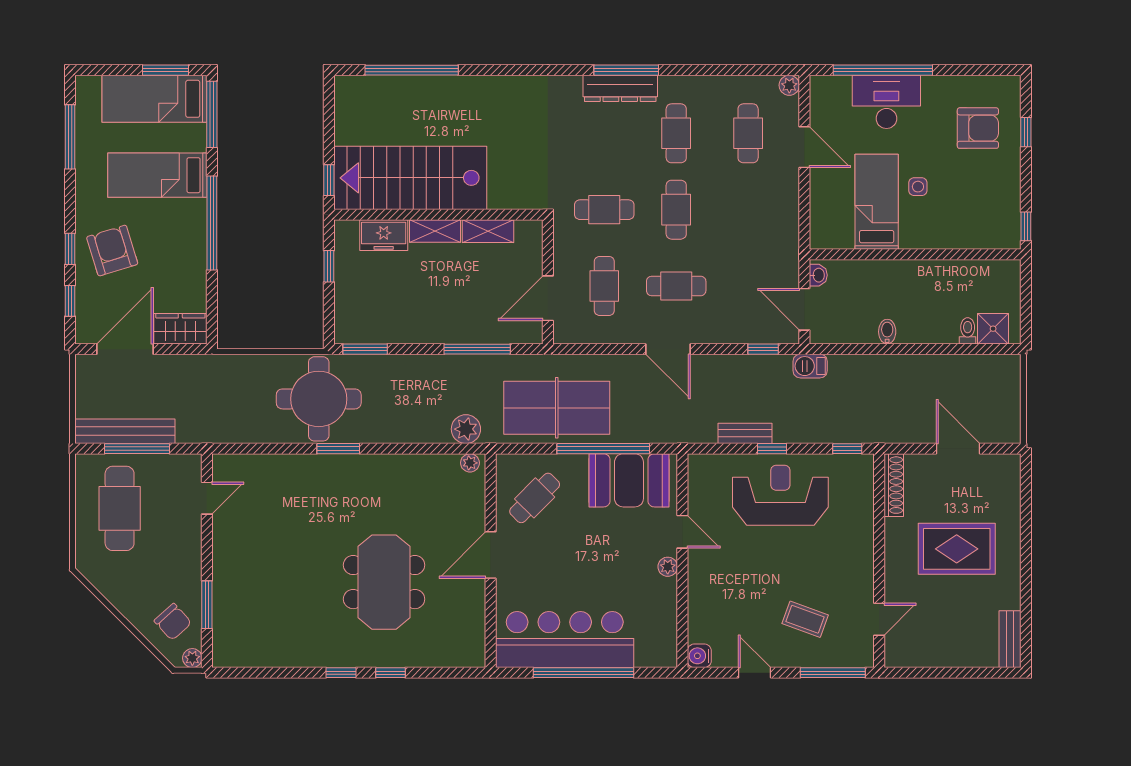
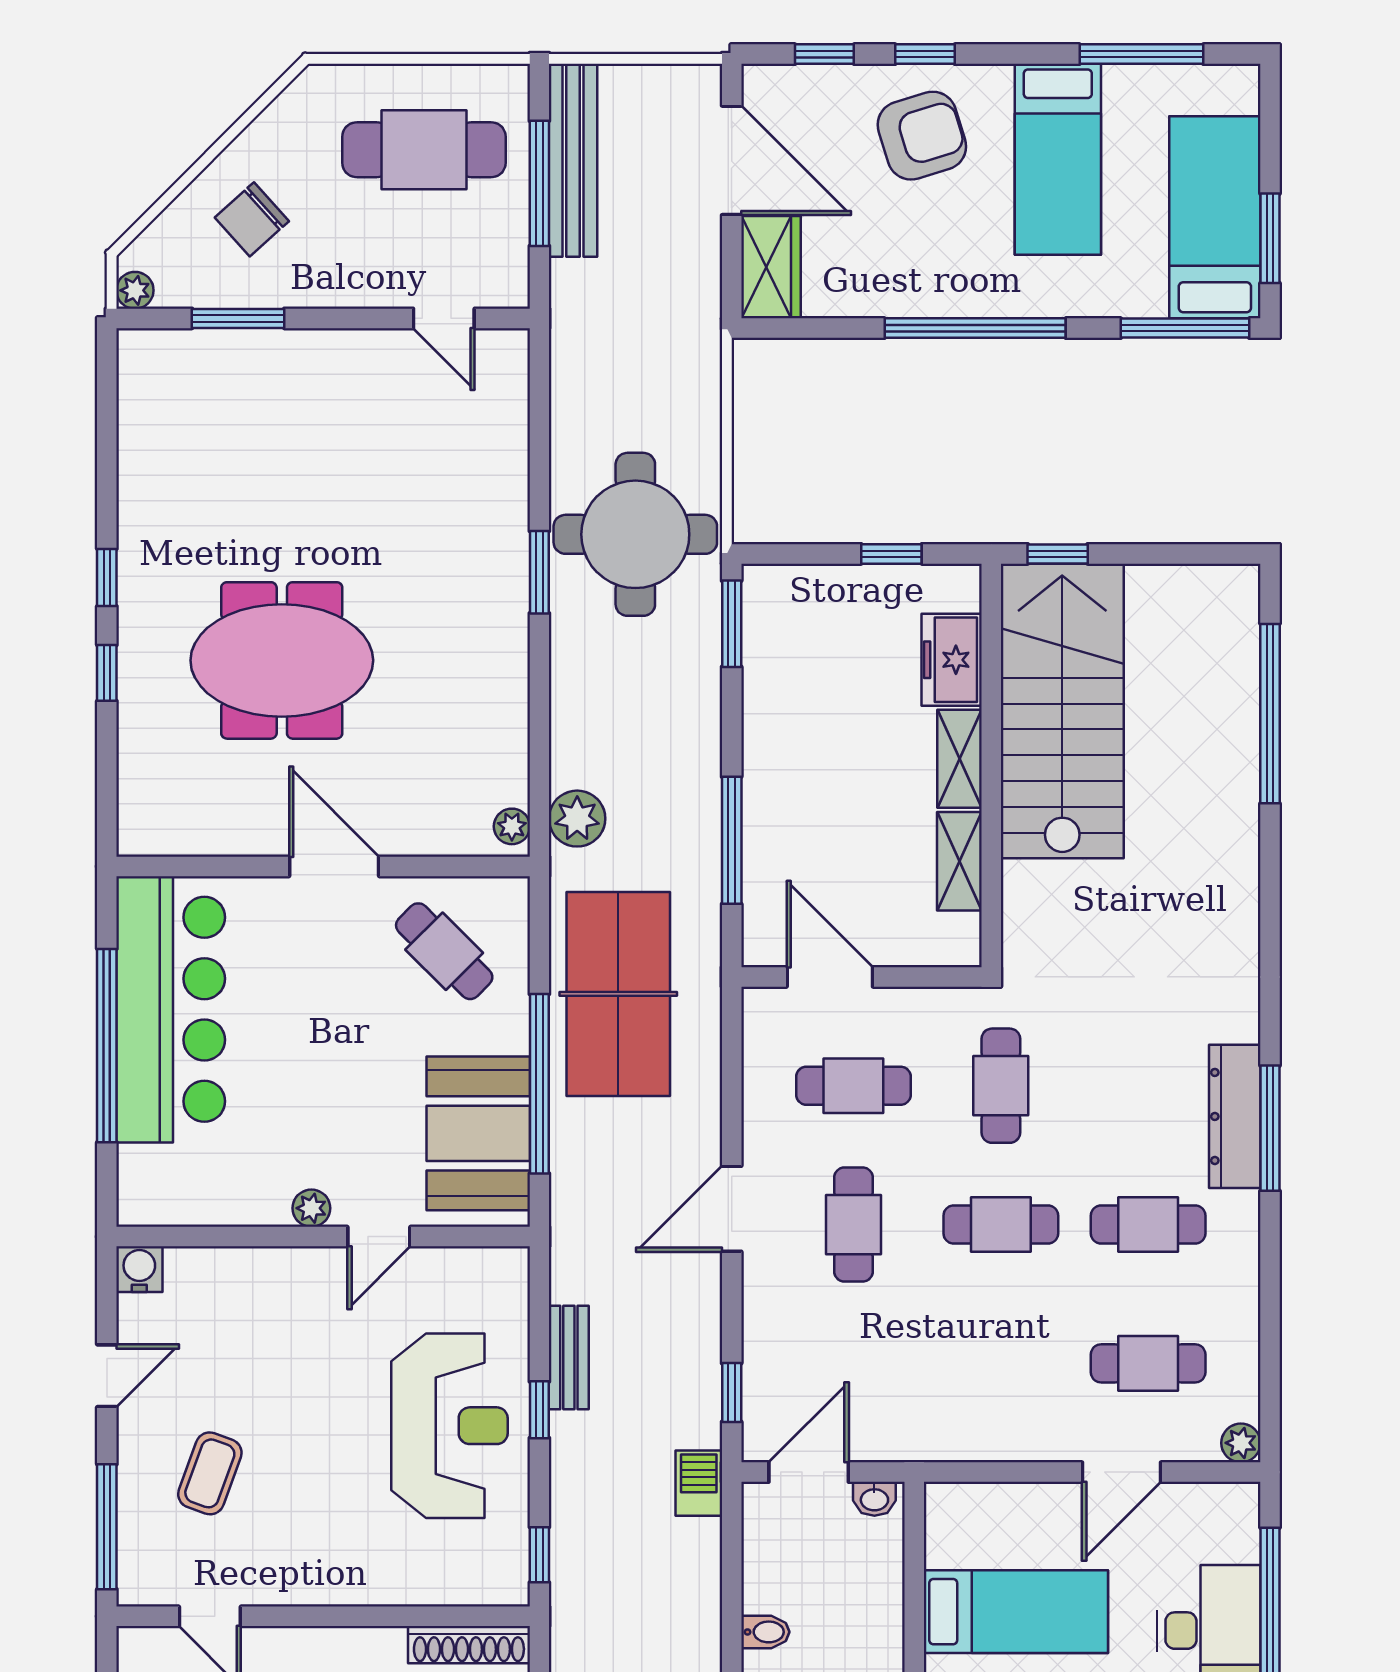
bed: (157, 175) -> (1058, 159), moved, turned 180
chair: (173, 622) -> (252, 219), moved

